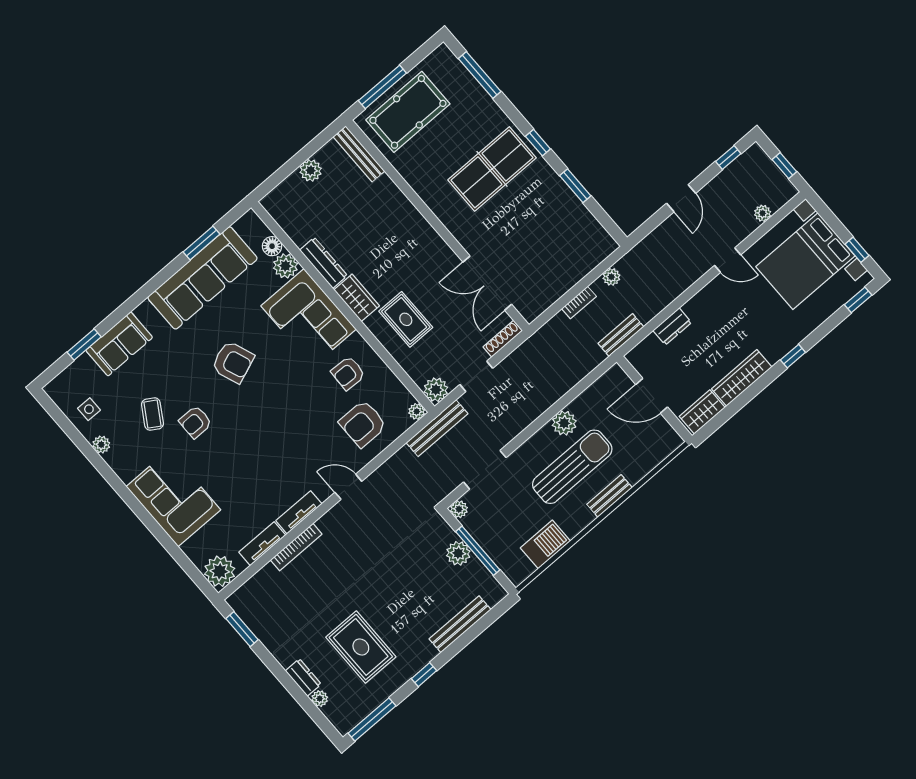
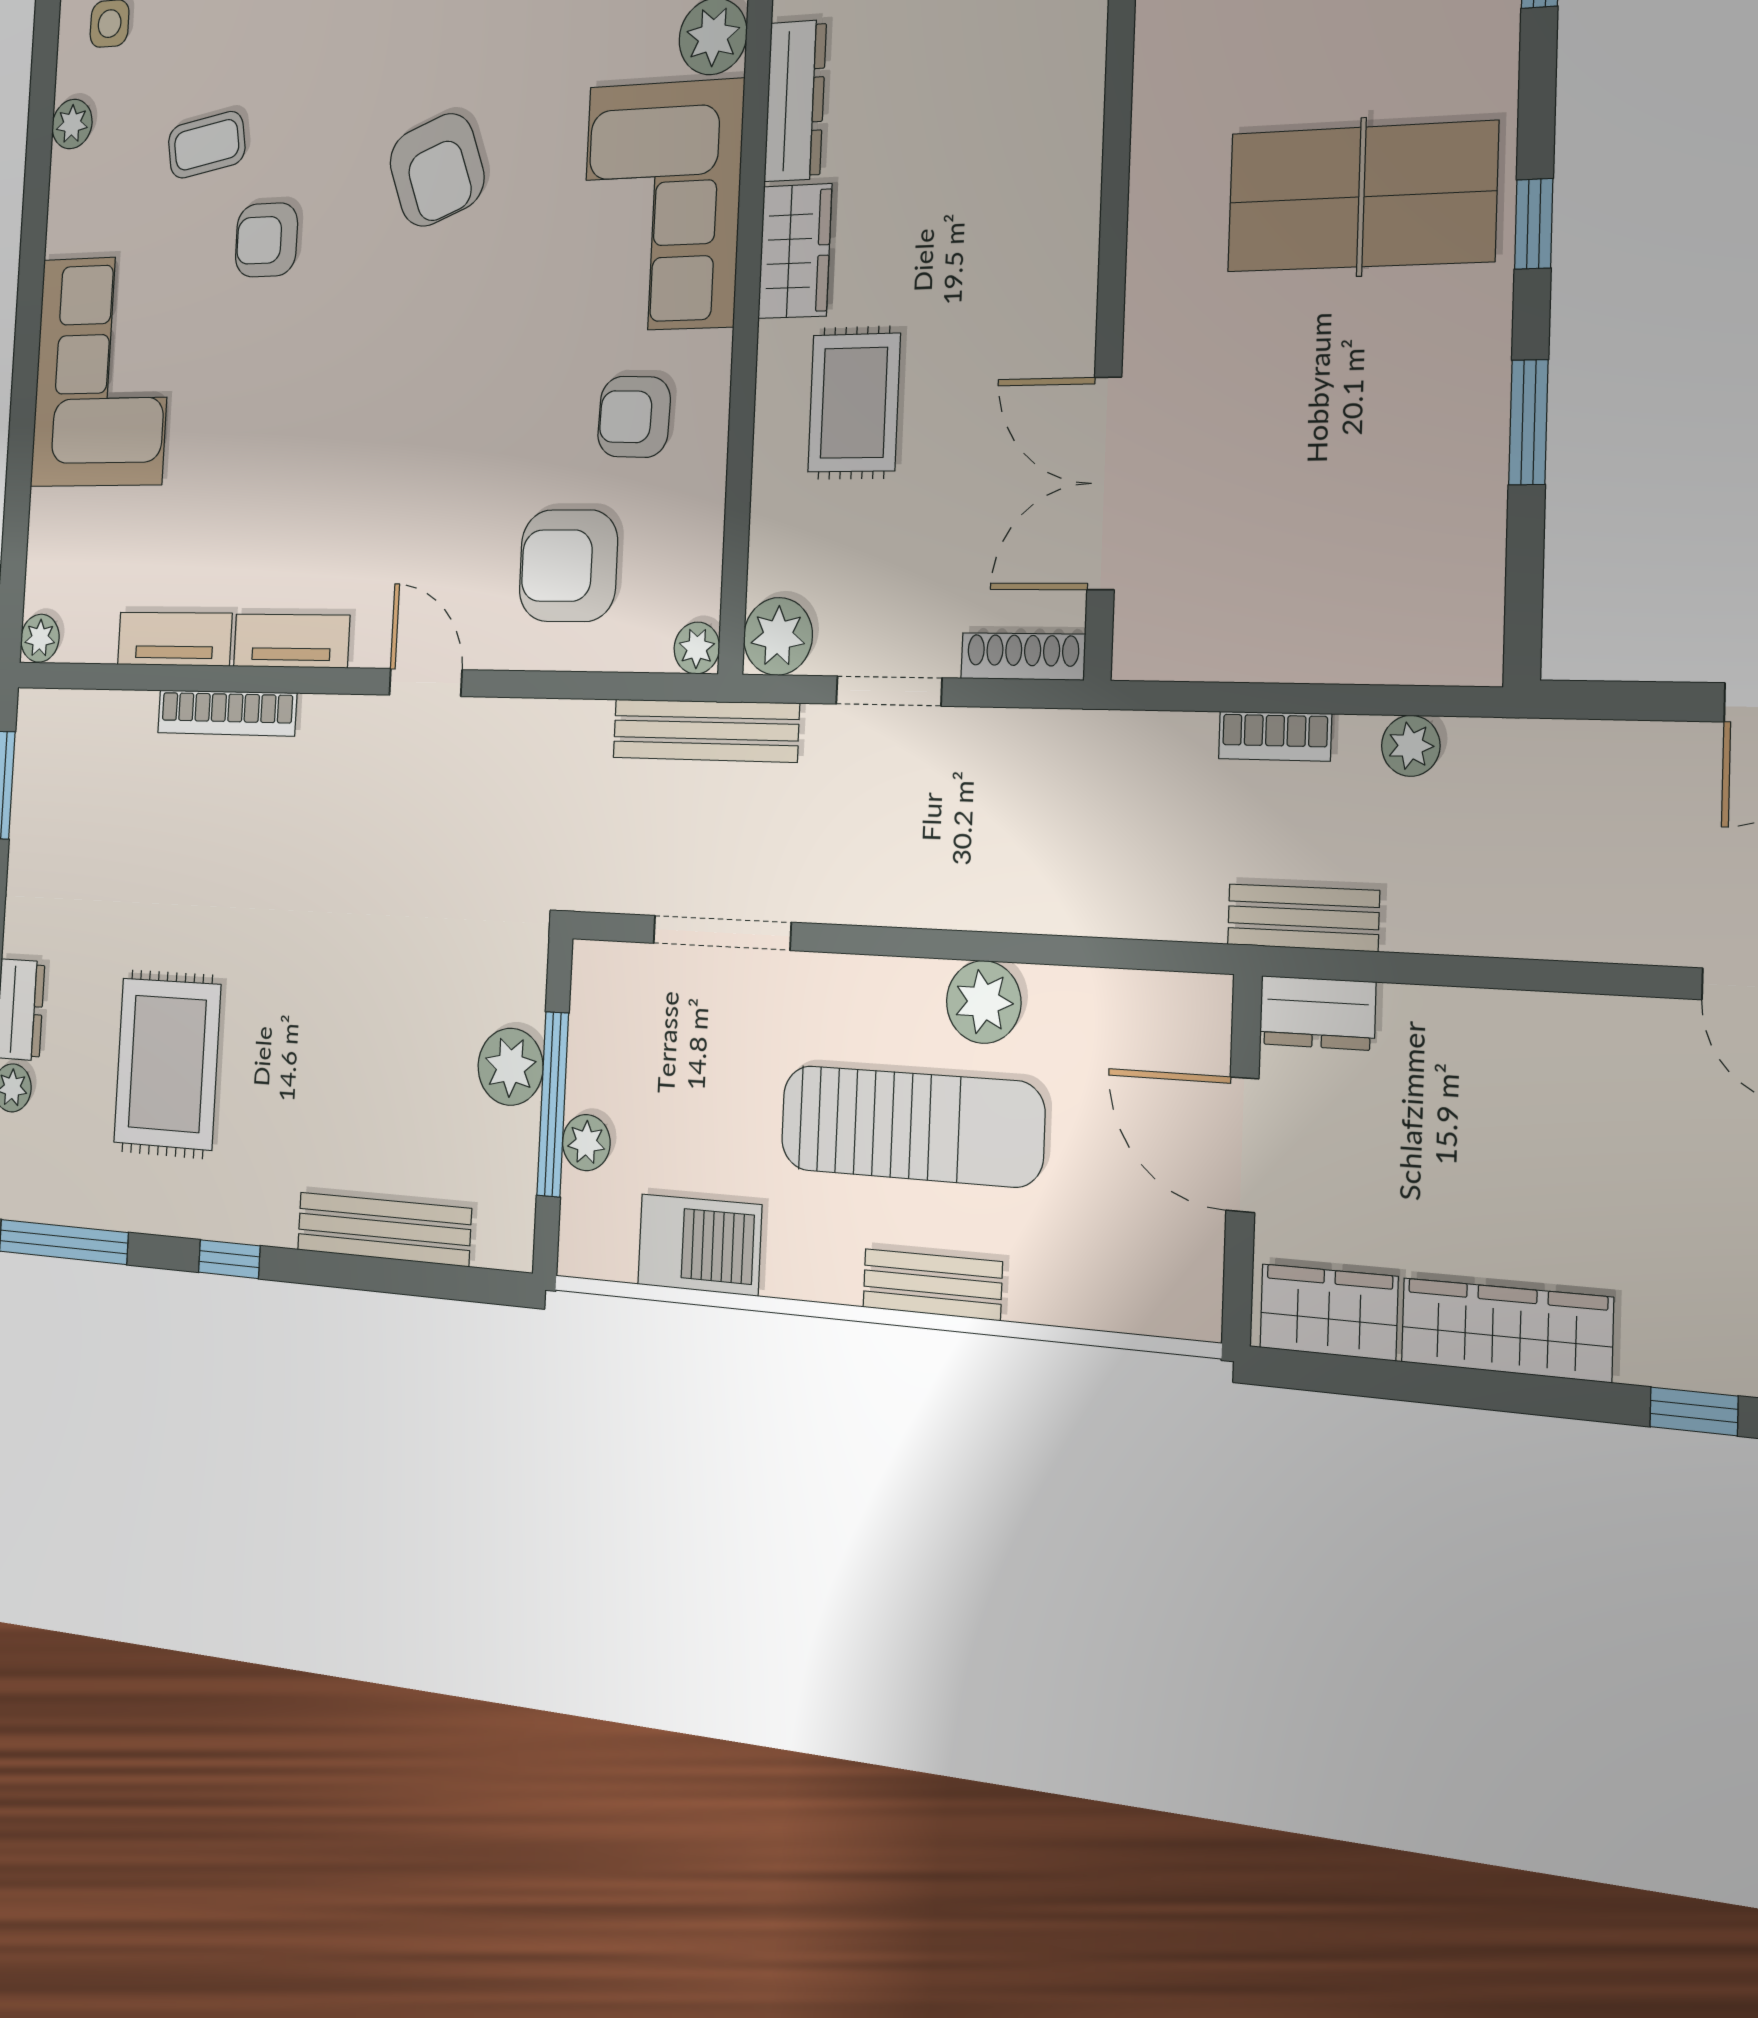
dresser: (672, 326) -> (1317, 1013), moved
coffee table: (152, 414) -> (207, 145), turned 48
plant: (459, 509) -> (586, 1143), moved
plant: (220, 571) -> (40, 638), width x0.53, depth x0.53

